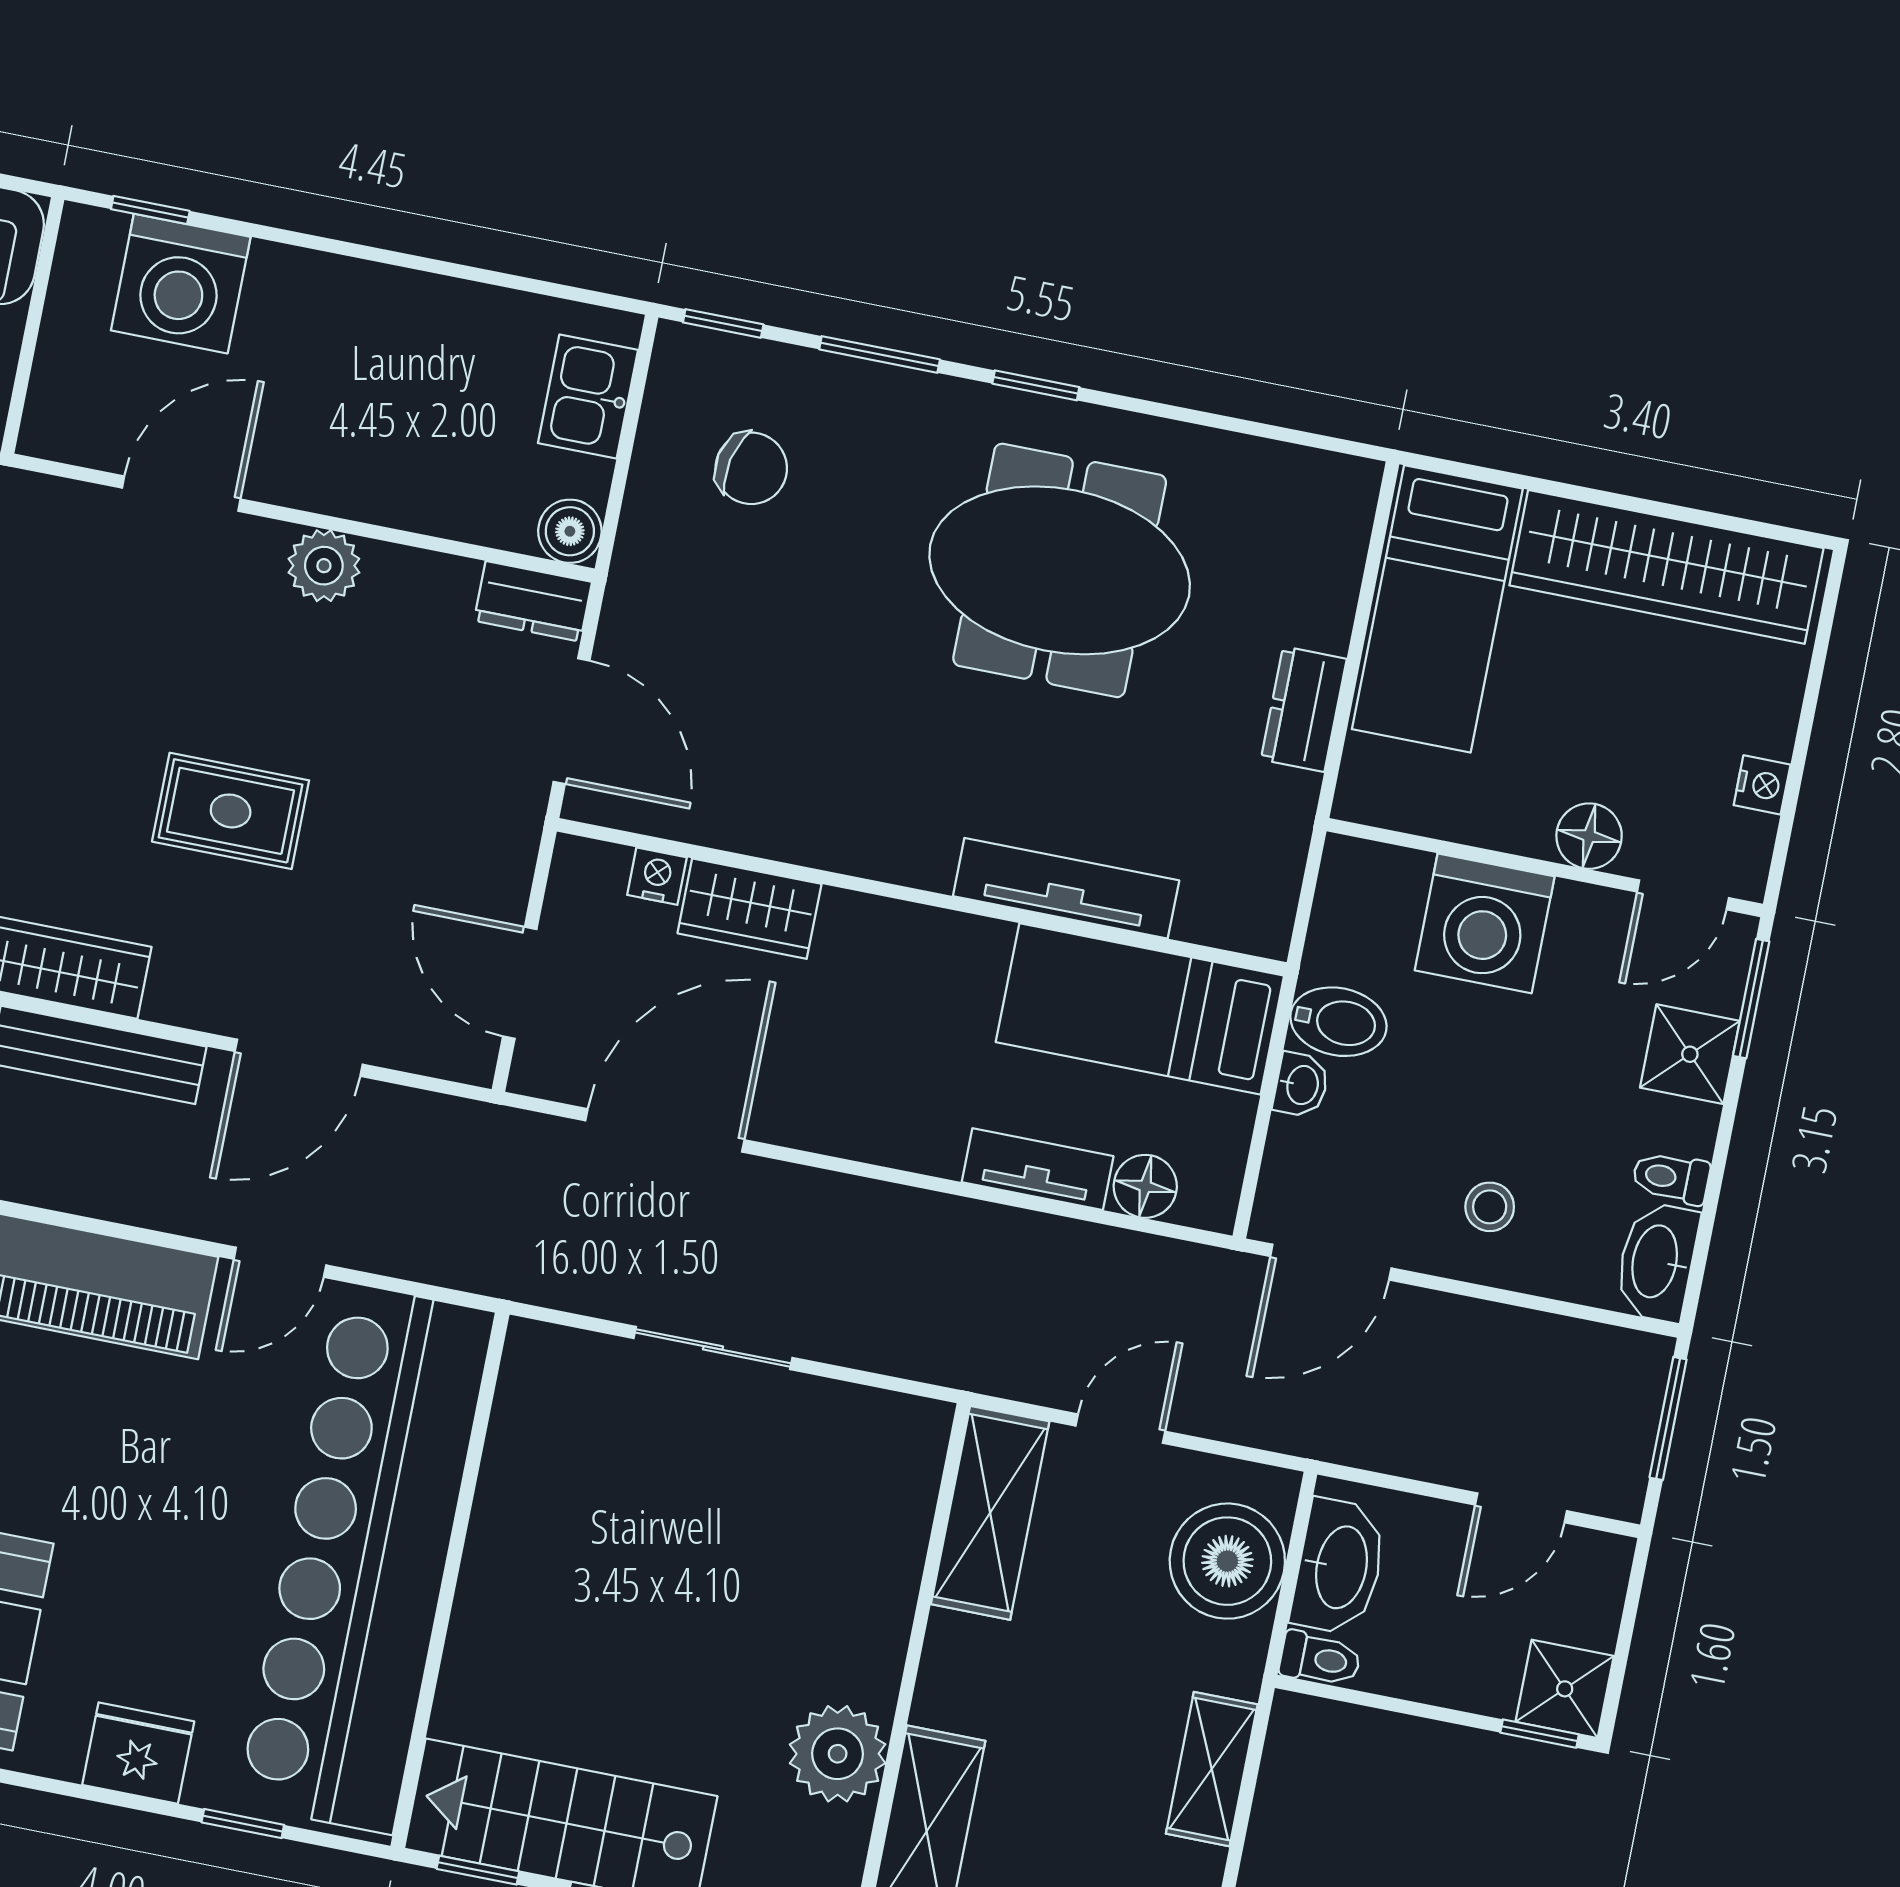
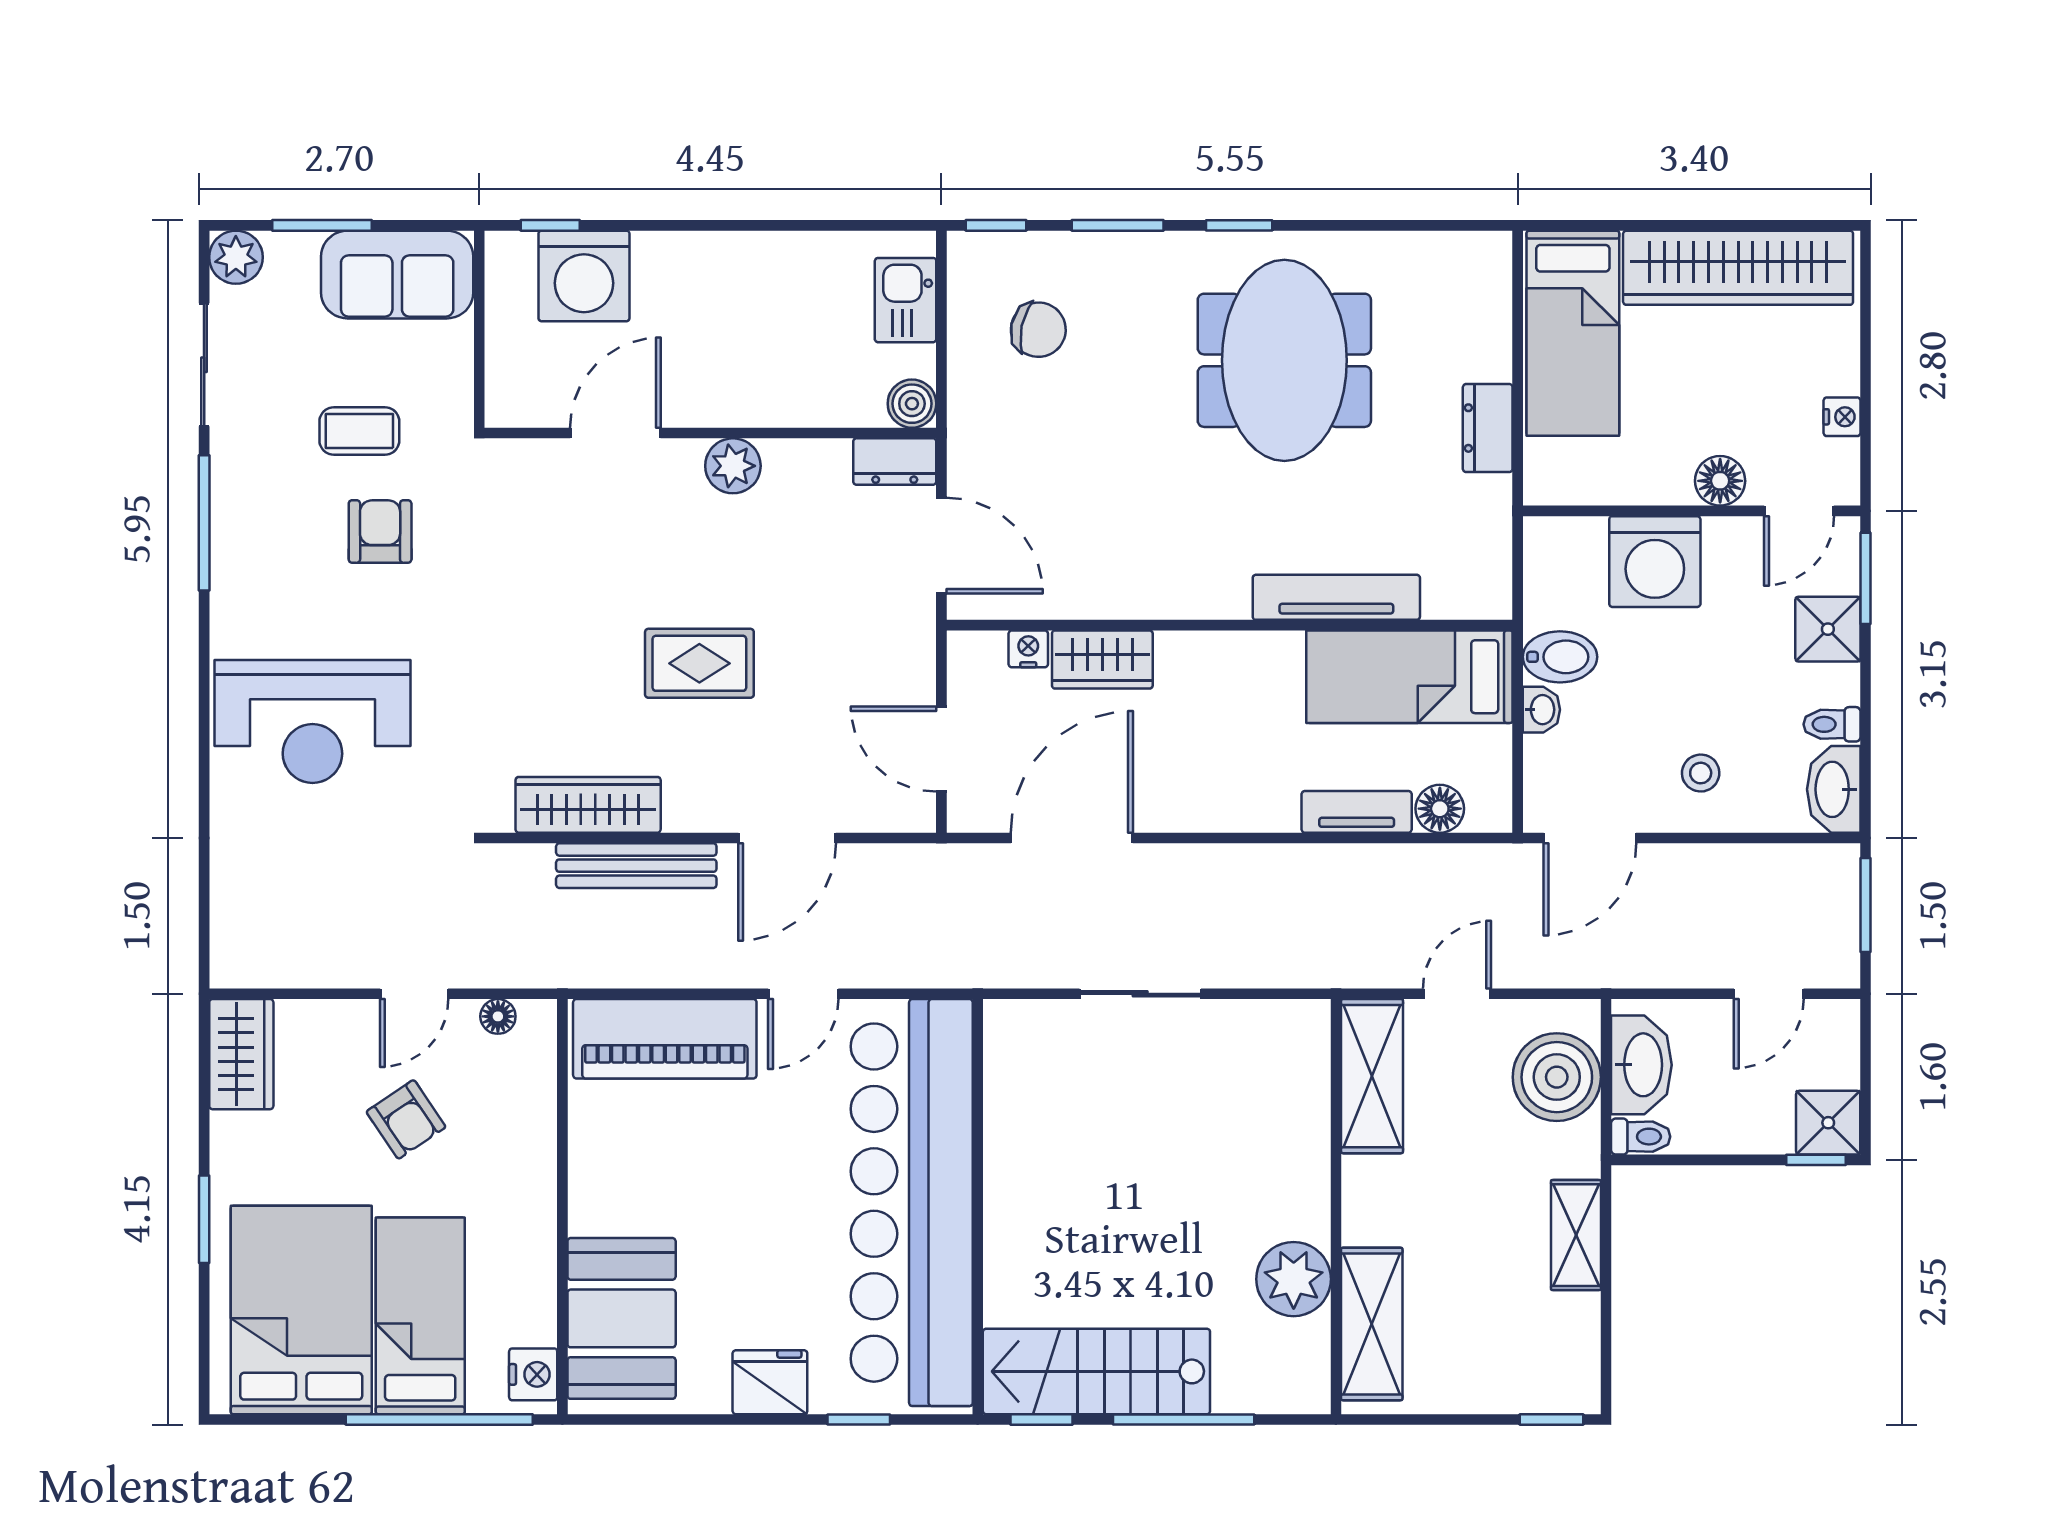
meeting table: (1060, 570) -> (1284, 360), turned 90

